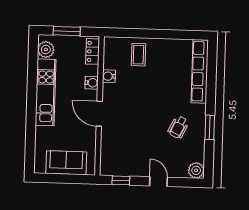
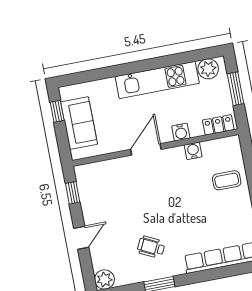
window: (53, 178) -> (57, 111), added

